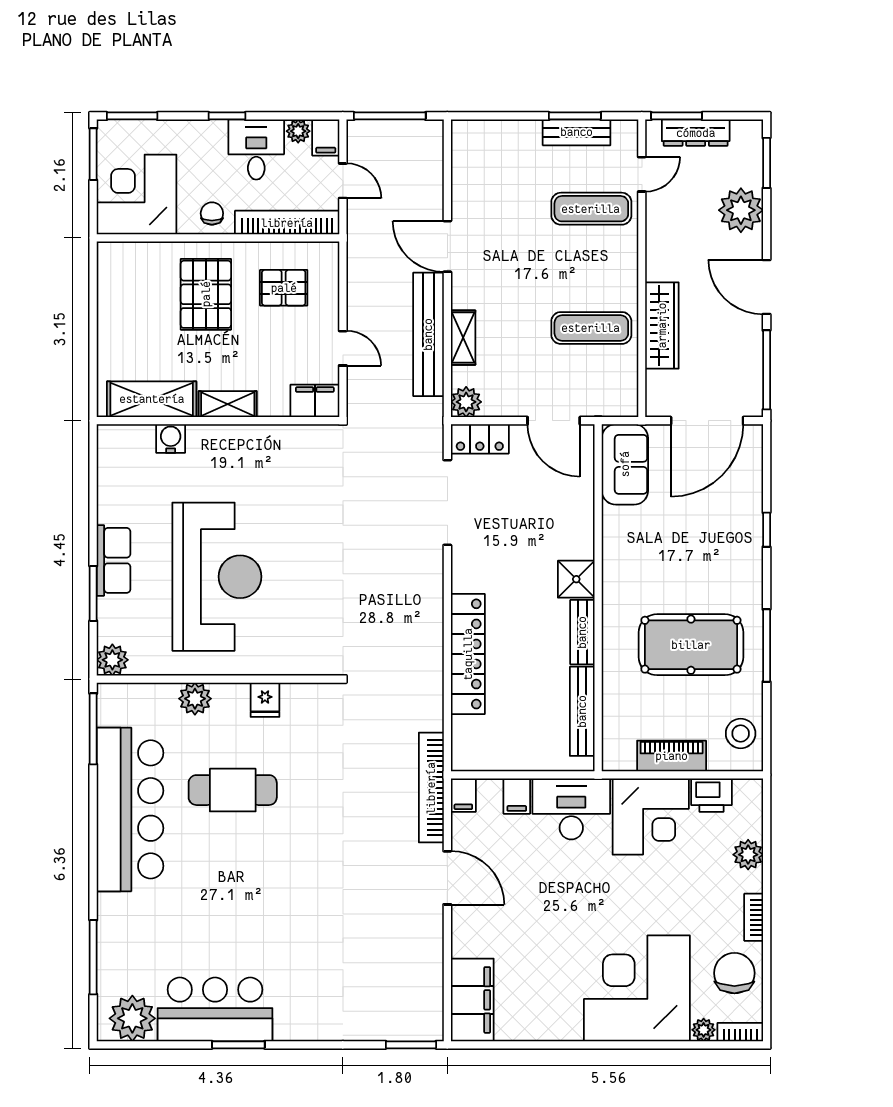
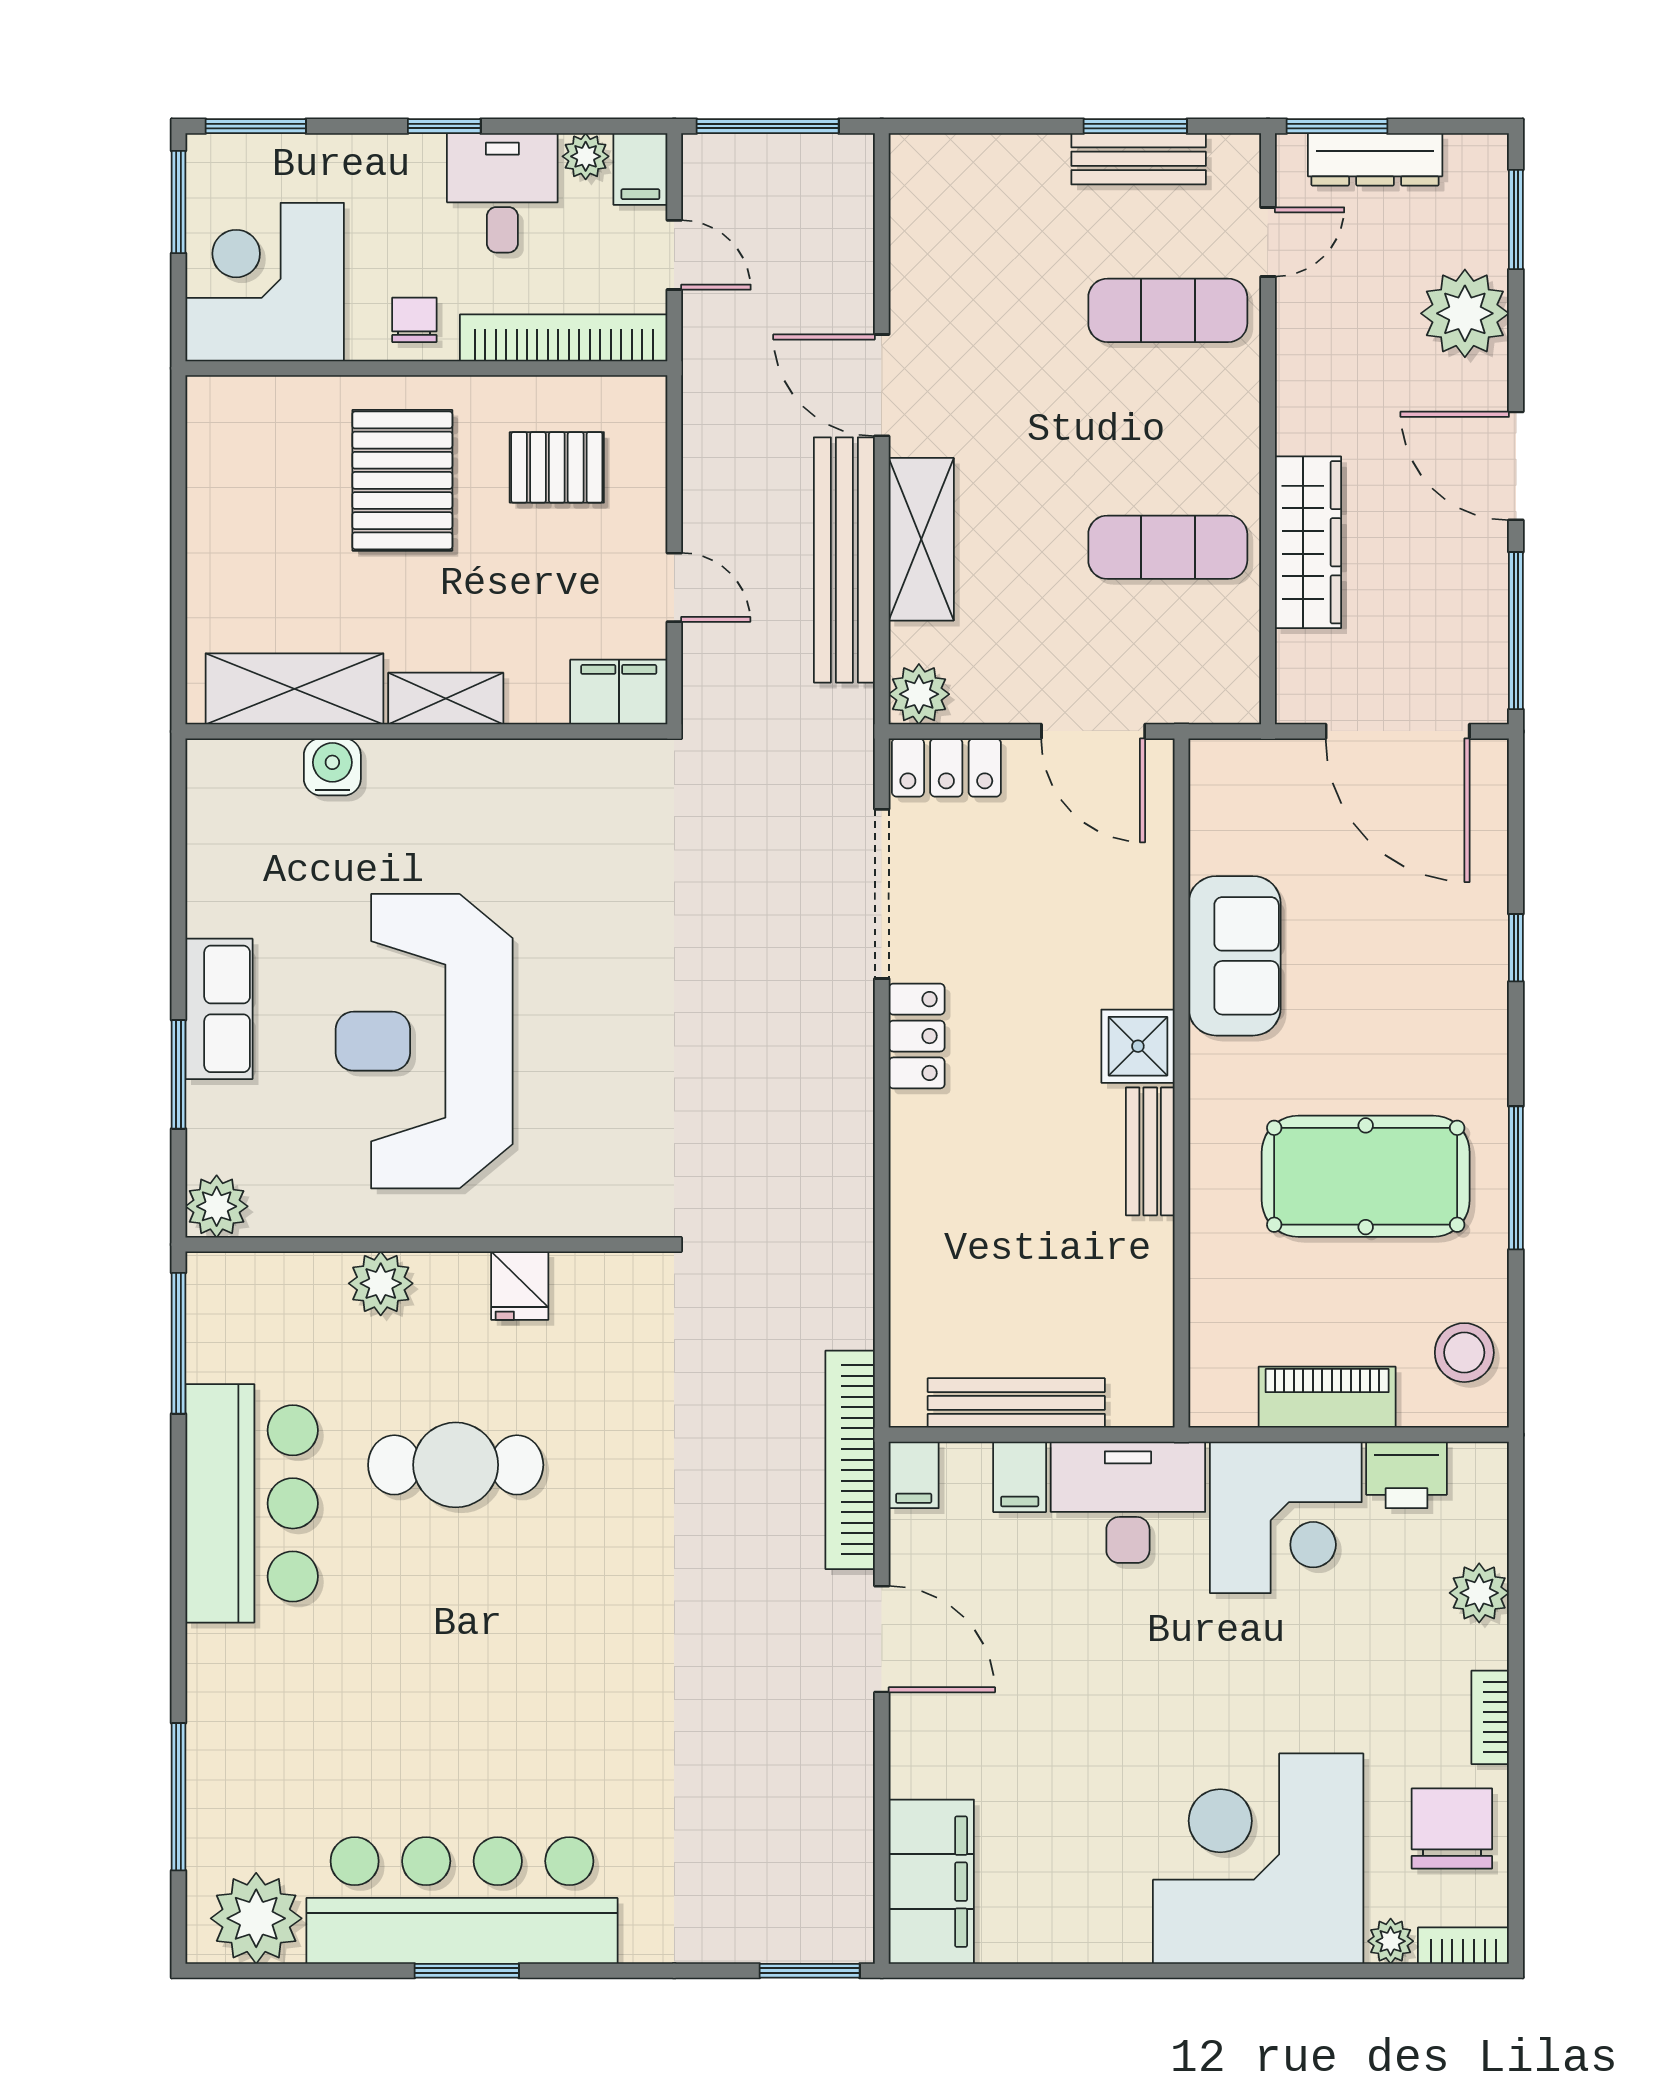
shelving: (463, 338) -> (921, 539), width x1.50, depth x1.33
door: (707, 421) -> (1398, 731), hinge flipped
sofa: (625, 464) -> (1235, 956), moved
reception desk: (217, 577) -> (424, 1041), turned 180
locker: (468, 654) -> (917, 1036), moved, width x0.46, depth x0.83
bench: (582, 711) -> (1016, 1403), moved, turned 90
bar counter: (130, 809) -> (252, 1503), width x0.73
bar counter: (215, 1009) -> (462, 1900), width x1.36

